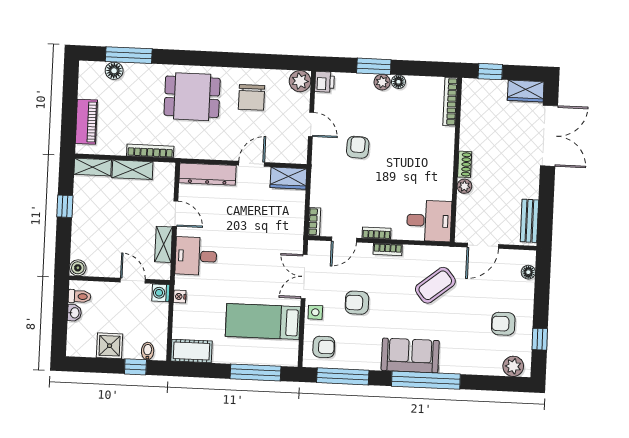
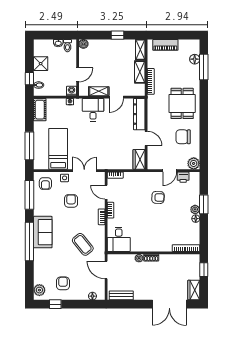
printer: (325, 82) -> (183, 177), moved

